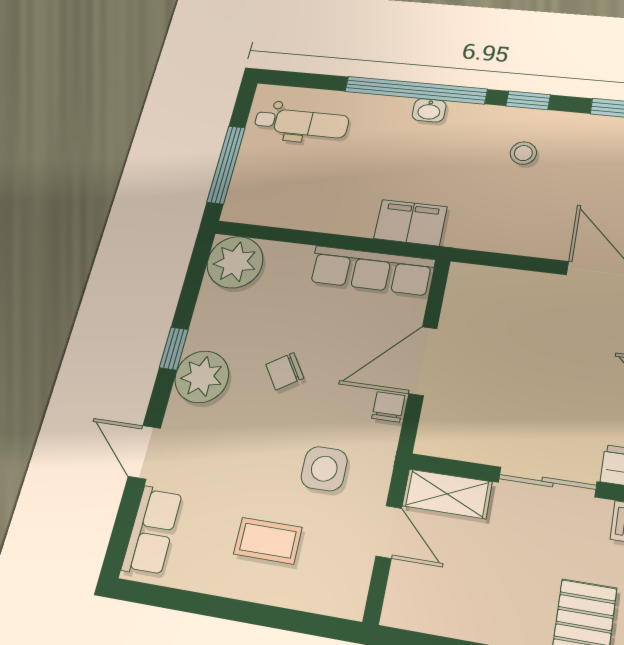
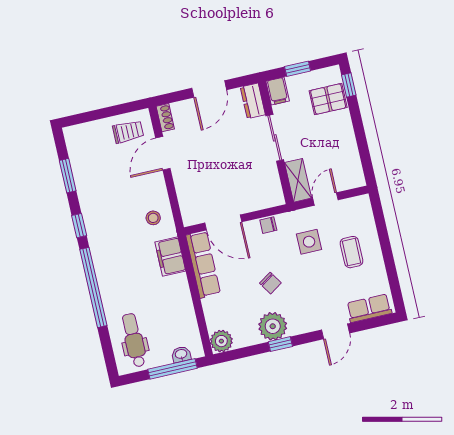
washbasin: (429, 110) -> (181, 354), moved, turned -90
stool: (523, 153) -> (153, 218), moved
plant: (235, 262) -> (221, 341), width x0.73, depth x0.73
door: (423, 361) -> (223, 222), moved
plant: (202, 377) -> (273, 326), moved

